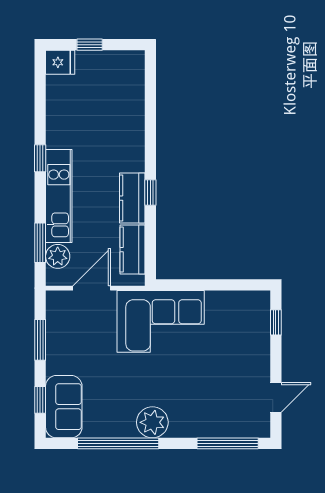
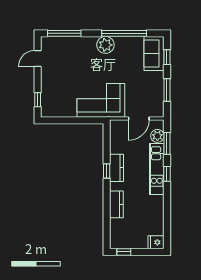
window: (90, 45) -> (124, 252), moved
window: (40, 158) -> (167, 174), moved
kitchen counter: (132, 250) -> (116, 204), moved

